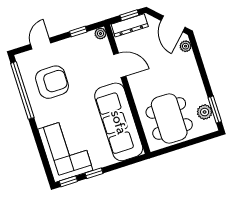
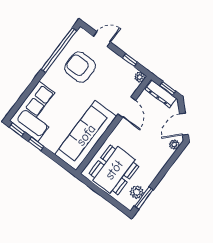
armchair: (52, 82) -> (80, 67), turned 180

